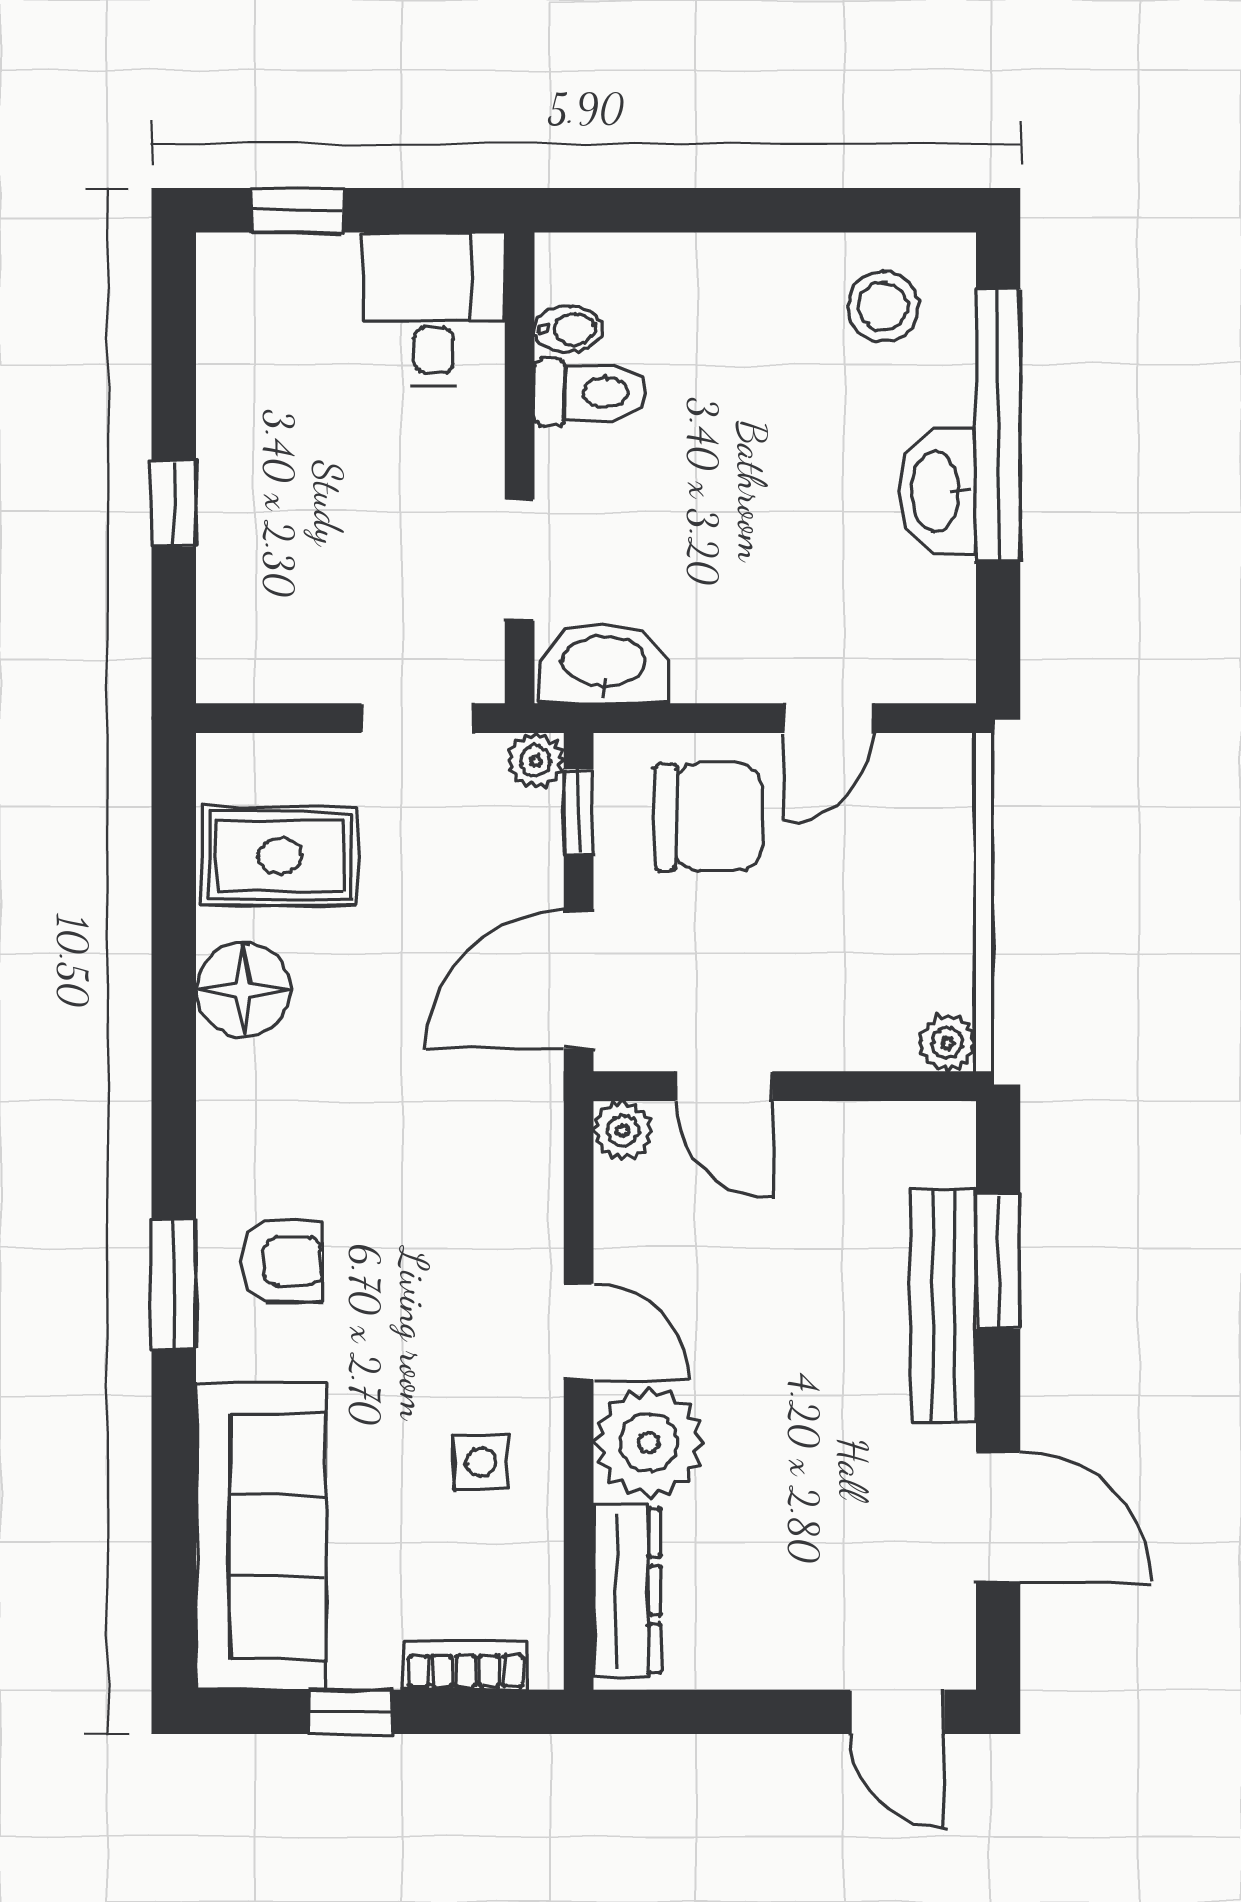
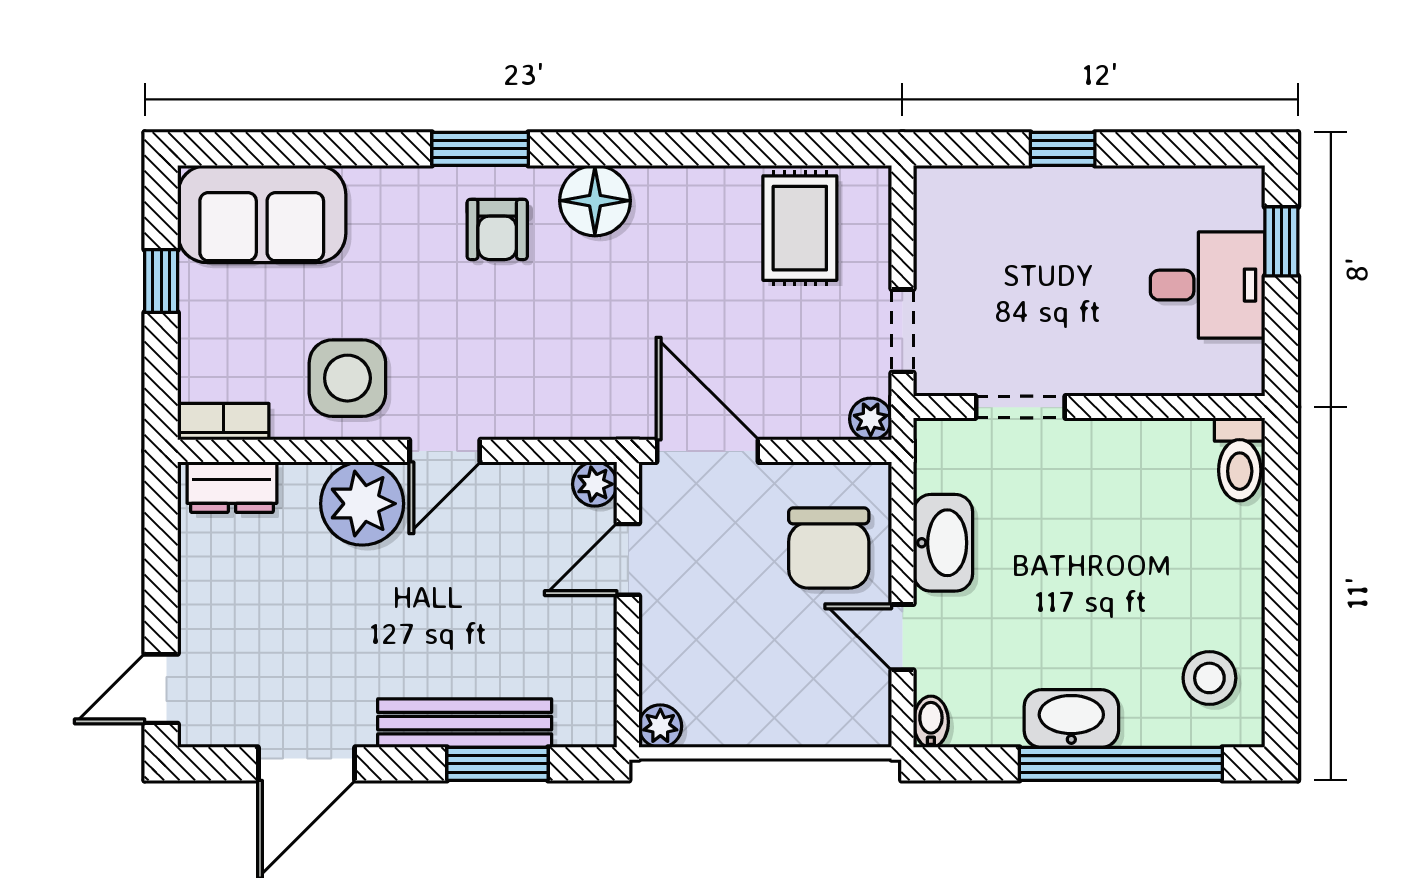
desk: (434, 309) -> (1208, 285), moved
bidet: (569, 329) -> (931, 722), moved, turned 180
toilet: (590, 392) -> (1240, 459), moved
washbasin: (604, 664) -> (943, 543), moved
window: (579, 812) -> (833, 451), removed
floor lamp: (243, 990) -> (595, 201), moved
side table: (481, 1462) -> (347, 378), width x1.87, depth x1.87
sofa: (261, 1536) -> (262, 214), width x0.73
dresser: (627, 1591) -> (232, 487), width x0.70
bookcase: (466, 1665) -> (223, 422), moved, turned -90

